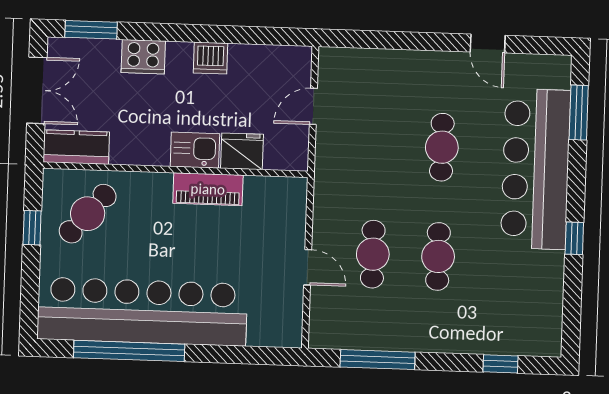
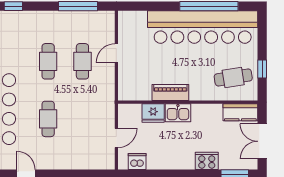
dishwasher: (210, 58) -> (137, 162), moved
cafe table: (88, 214) -> (233, 77), turned 40
door: (308, 267) -> (116, 53), hinge flipped

